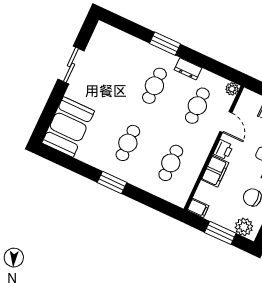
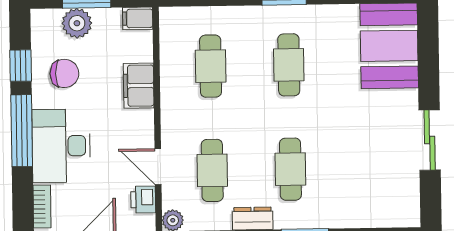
printer: (223, 150) -> (143, 200), moved
plant: (244, 227) -> (77, 23), moved

